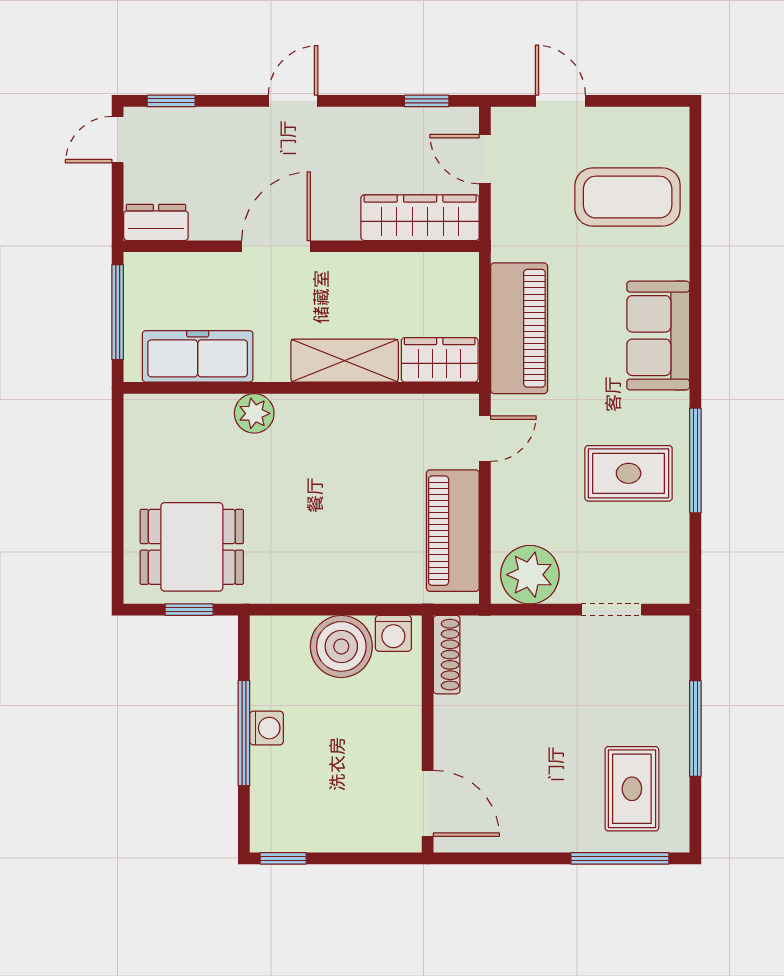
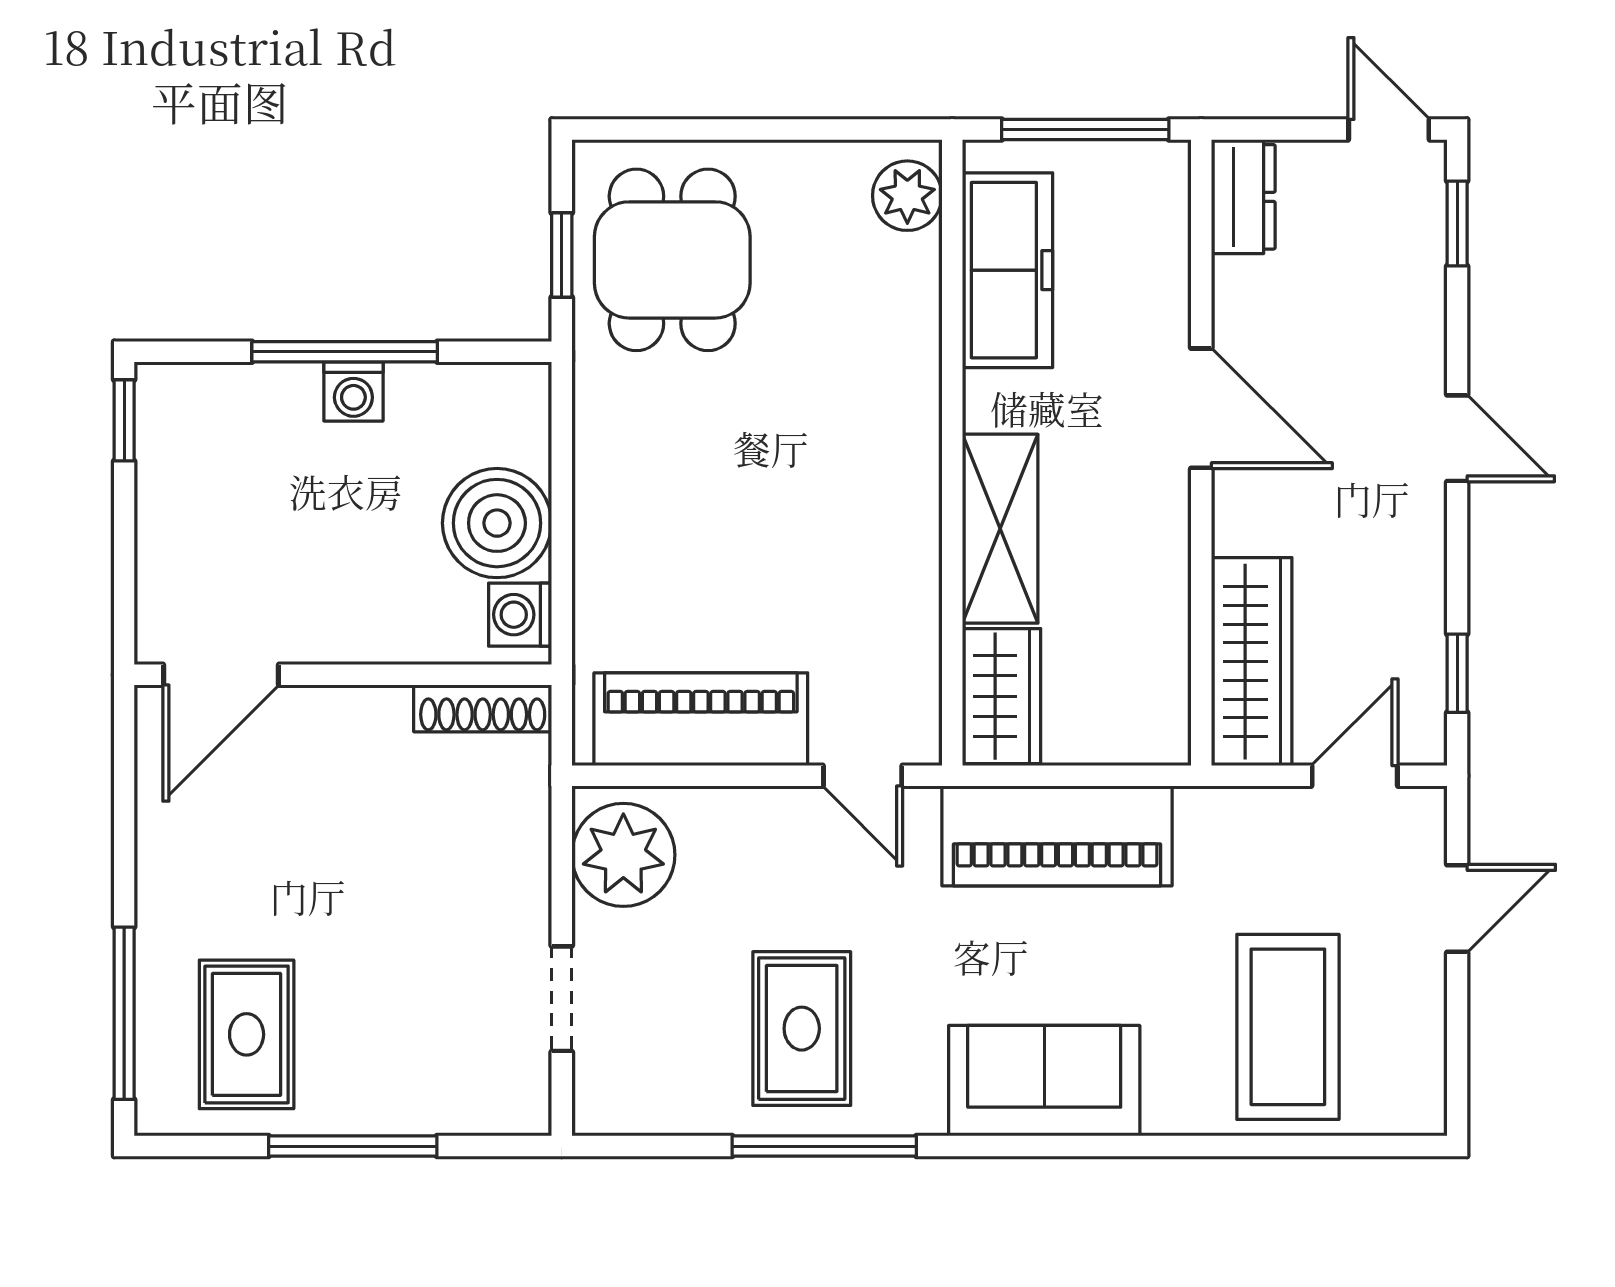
plant: (254, 413) -> (907, 196), moved
rug: (632, 789) -> (247, 1034), turned 90

